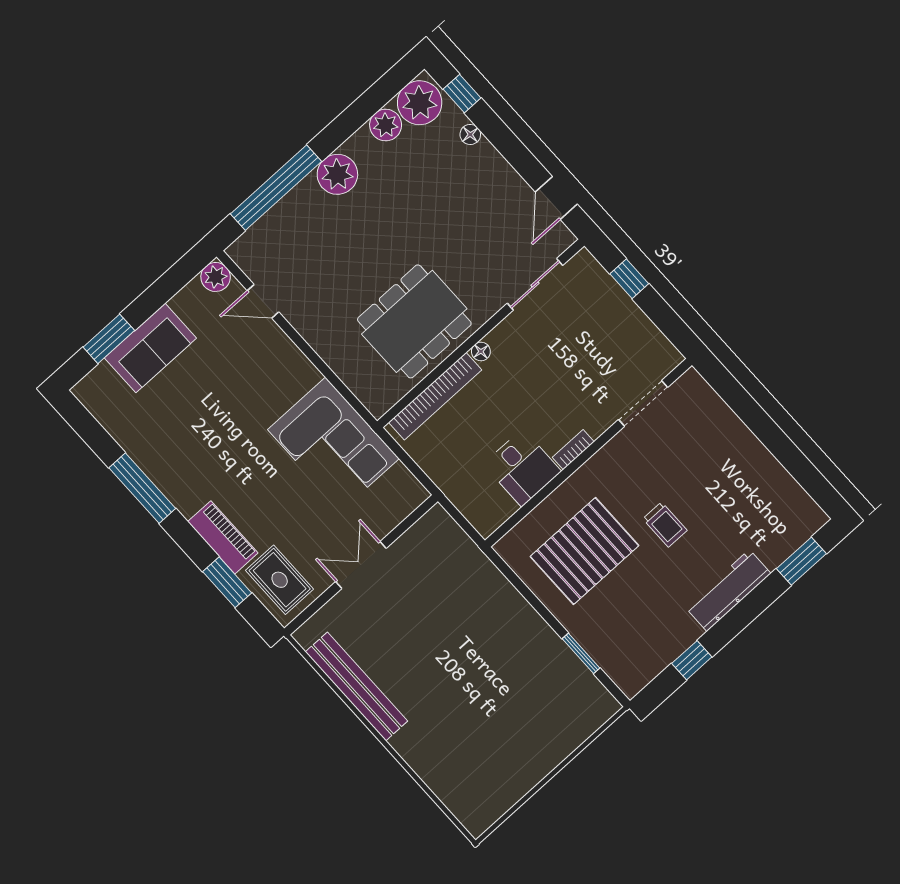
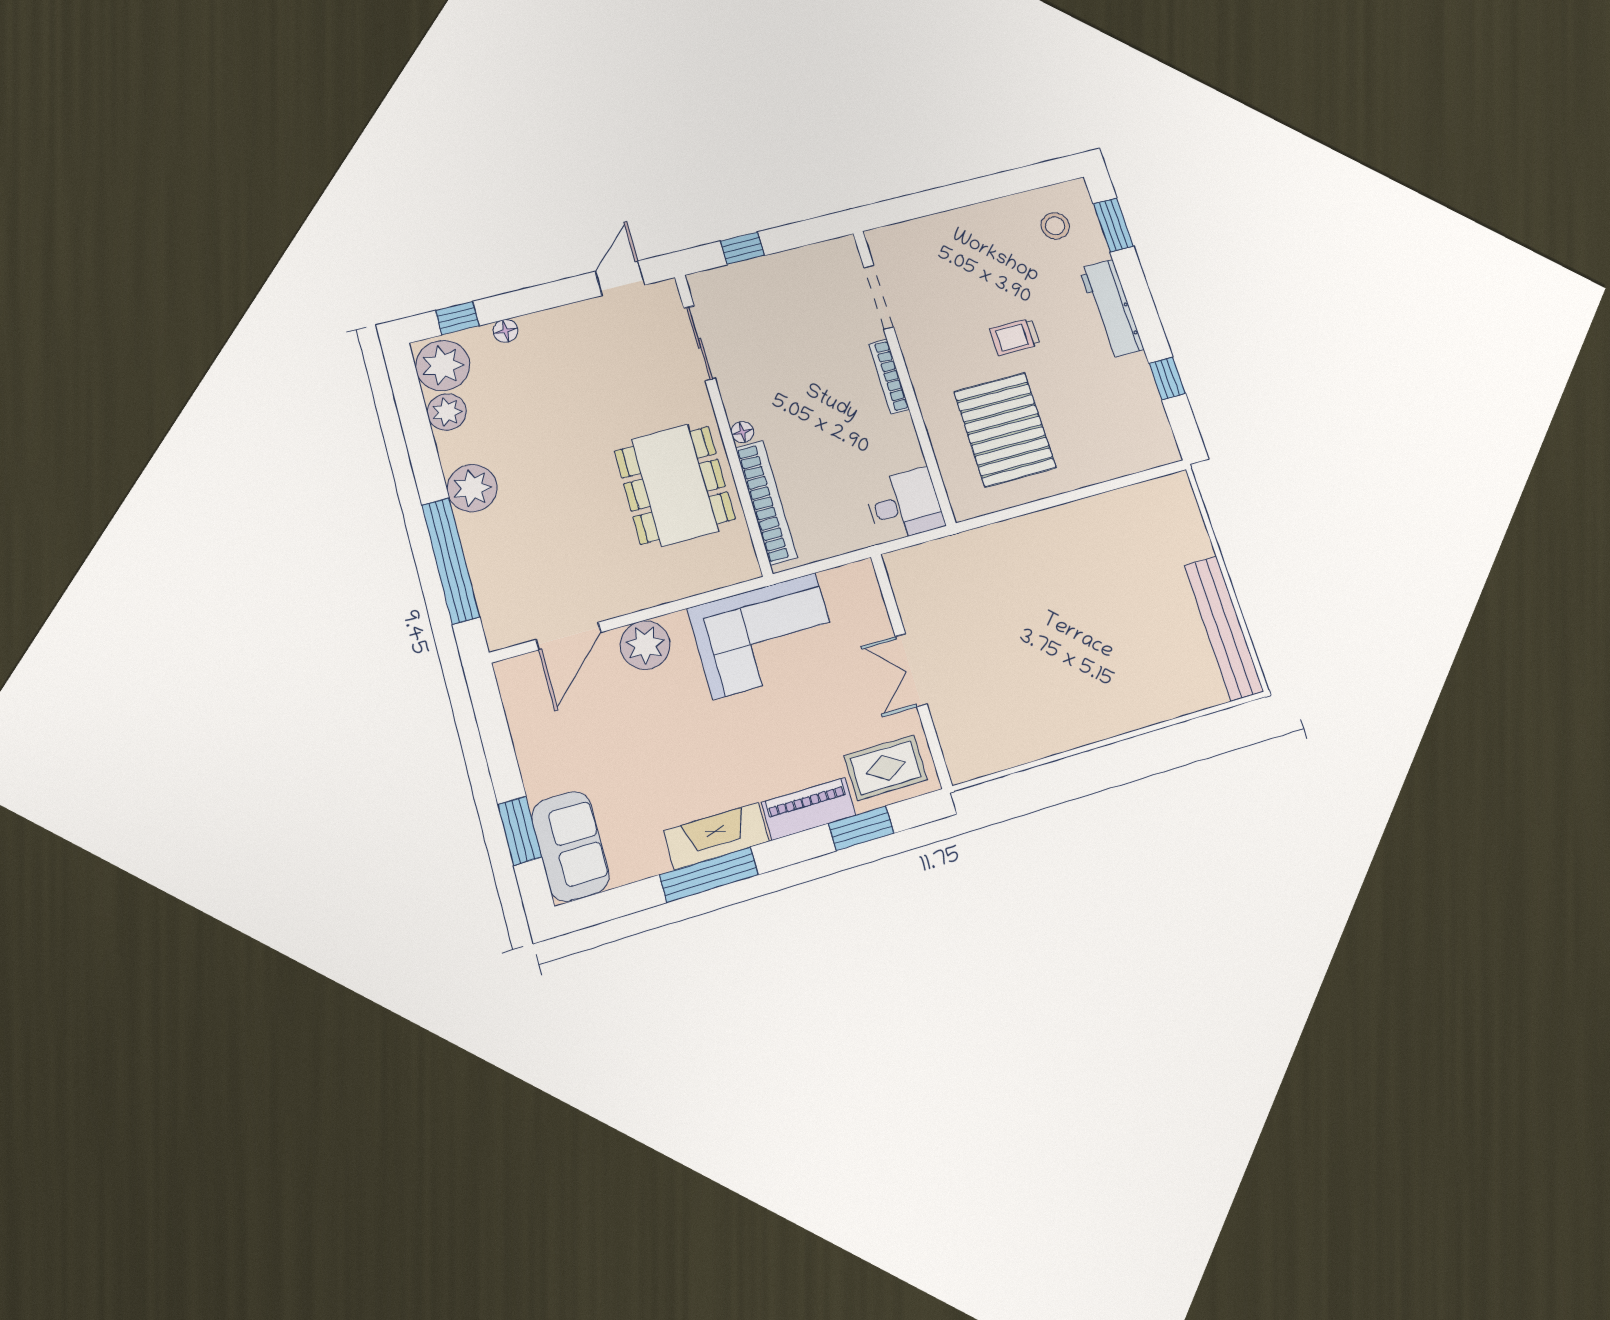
door: (556, 198) -> (620, 278), swing flipped
plant: (216, 277) -> (645, 645), moved, width x1.36, depth x1.36
door: (263, 301) -> (568, 636), width x1.38
sofa: (150, 348) -> (570, 846), moved
bookcase: (573, 450) -> (889, 377), width x1.56
desk: (522, 468) -> (904, 505), moved
fireplace: (172, 480) -> (717, 836), added
stool: (776, 515) -> (1055, 226), added
trolley: (665, 525) -> (1015, 337), turned 180
window: (581, 653) -> (1111, 485), removed
bench: (356, 686) -> (1224, 628), moved, turned 90

